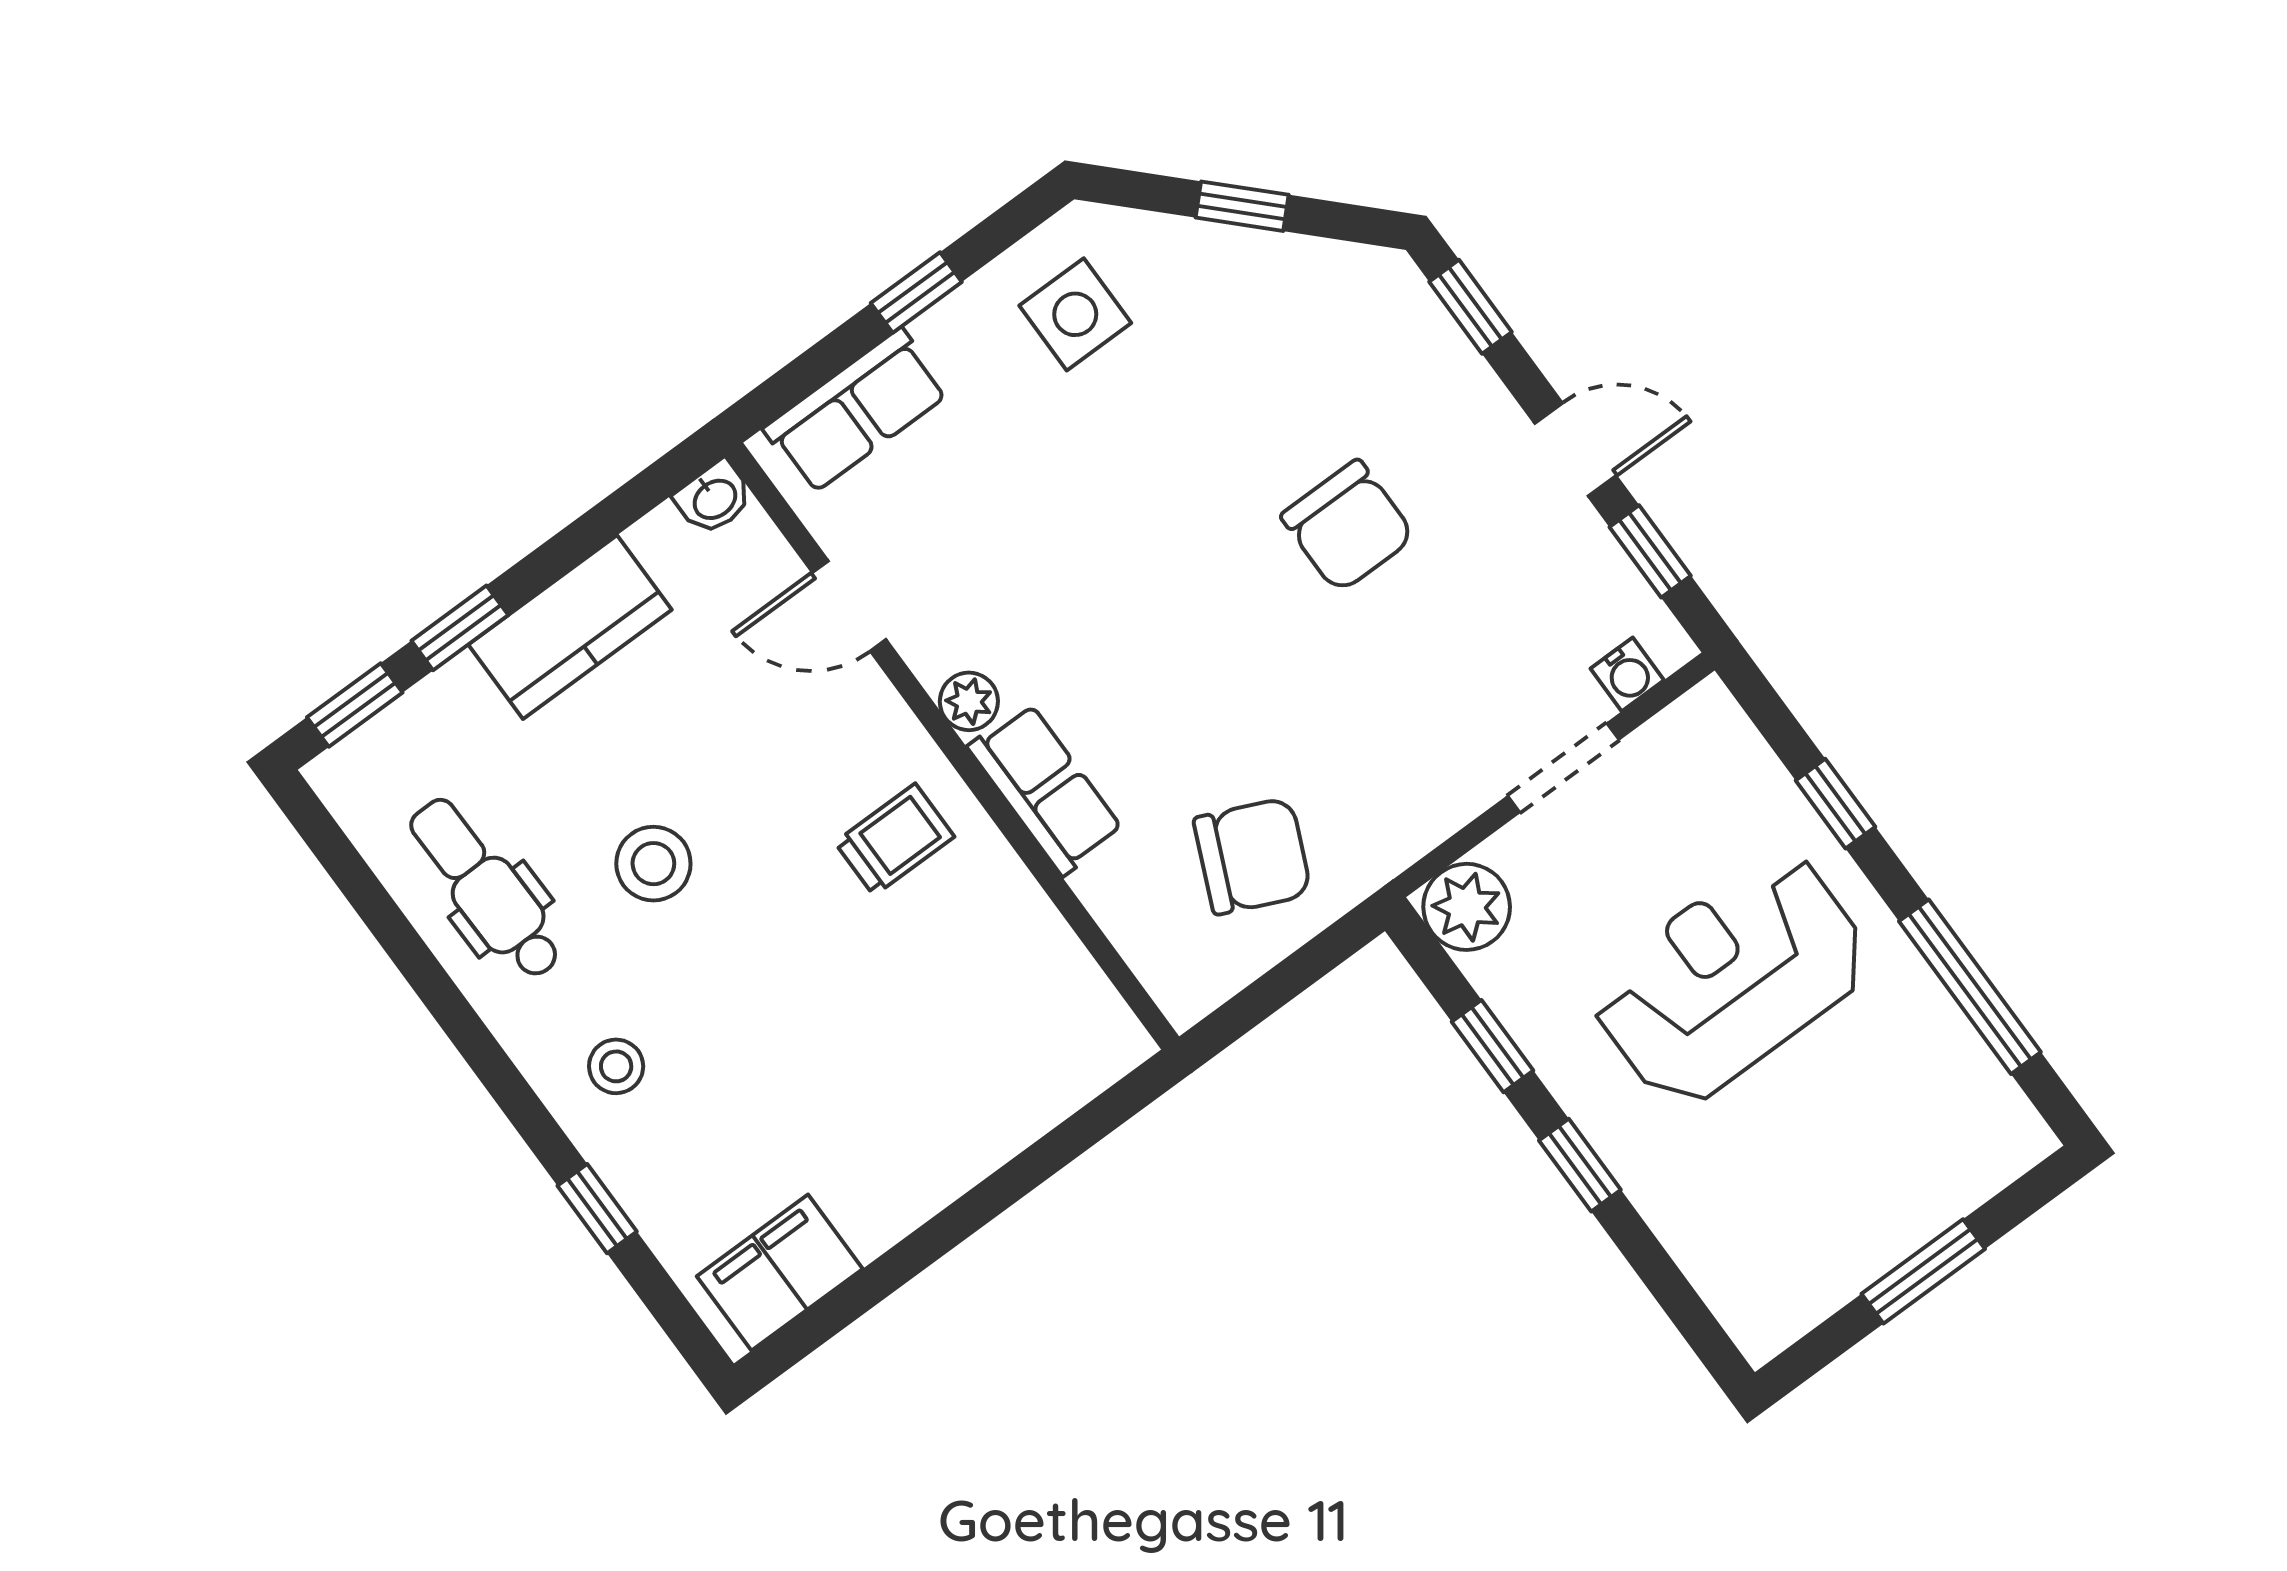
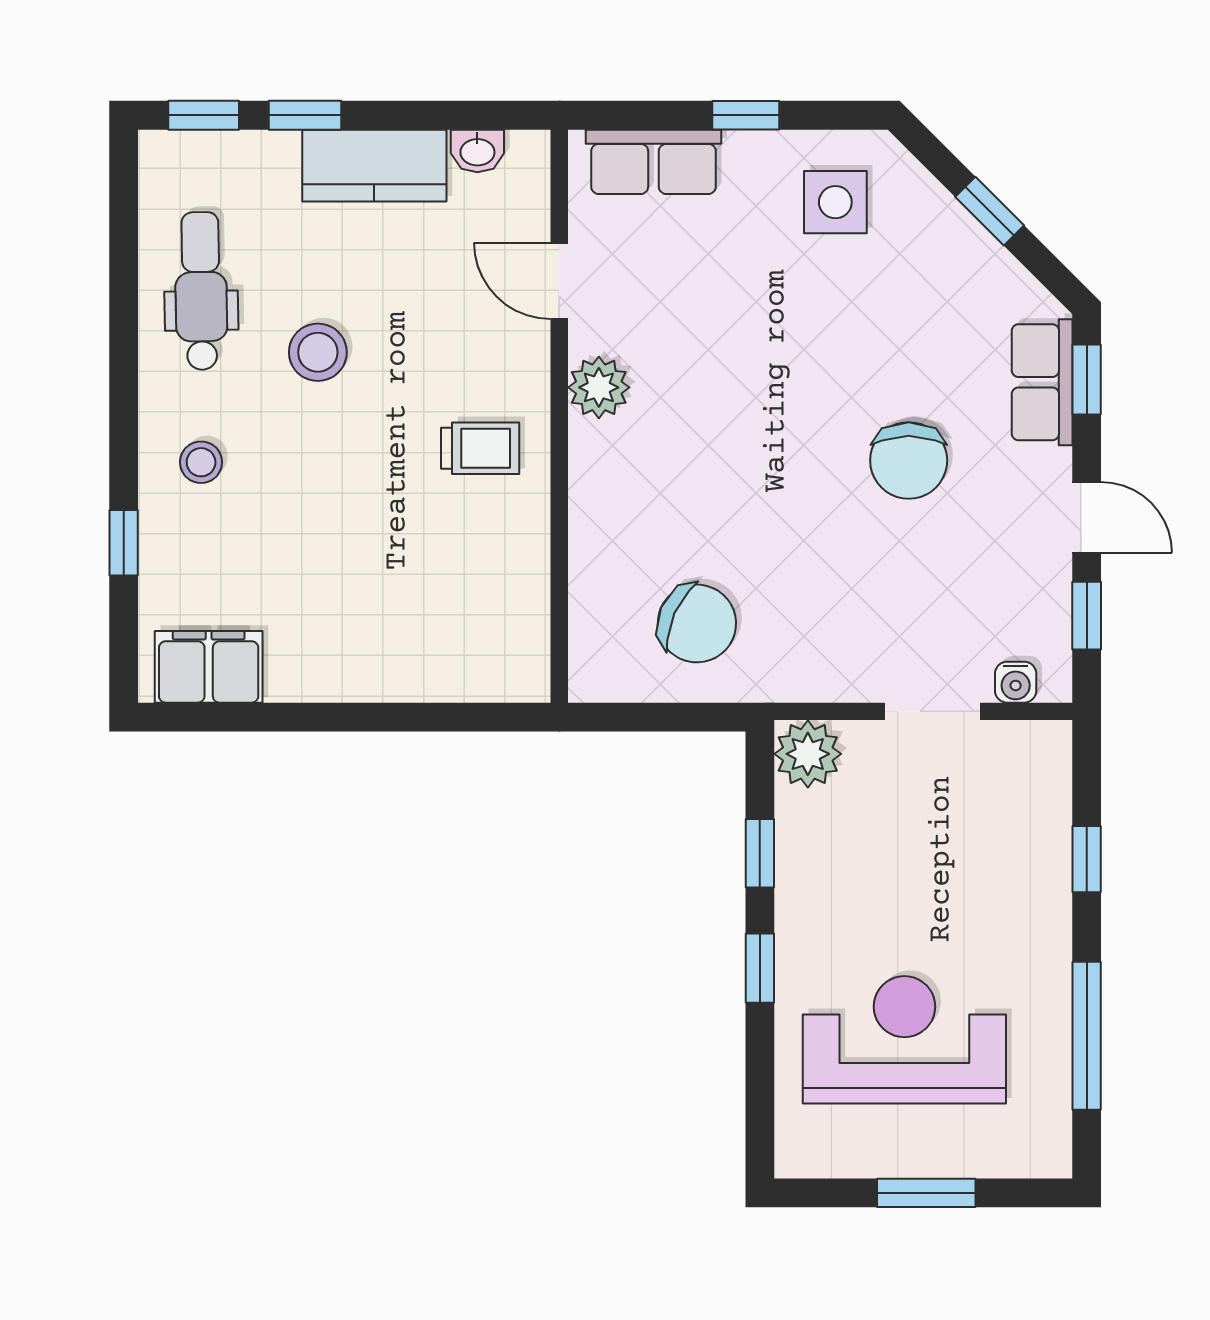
washbasin: (714, 498) -> (477, 151), moved
plant: (969, 701) -> (599, 387), width x1.38, depth x1.38
row of seats: (1046, 789) -> (1042, 382), moved, turned 180
reception desk: (1730, 978) -> (904, 1040), moved

